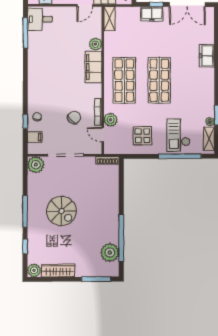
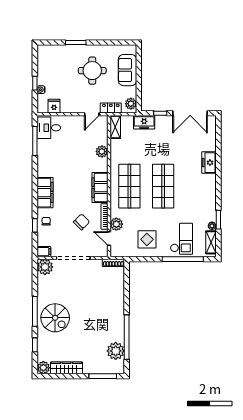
freezer: (152, 14) -> (144, 122), moved
filing cabinet: (93, 67) -> (100, 188), moved
filing cabinet: (36, 87) -> (45, 193), added
checkout: (178, 135) -> (181, 239), turned 180
filing cabinet: (35, 137) -> (44, 252), moved
spiral stairs: (61, 211) -> (55, 318), moved

